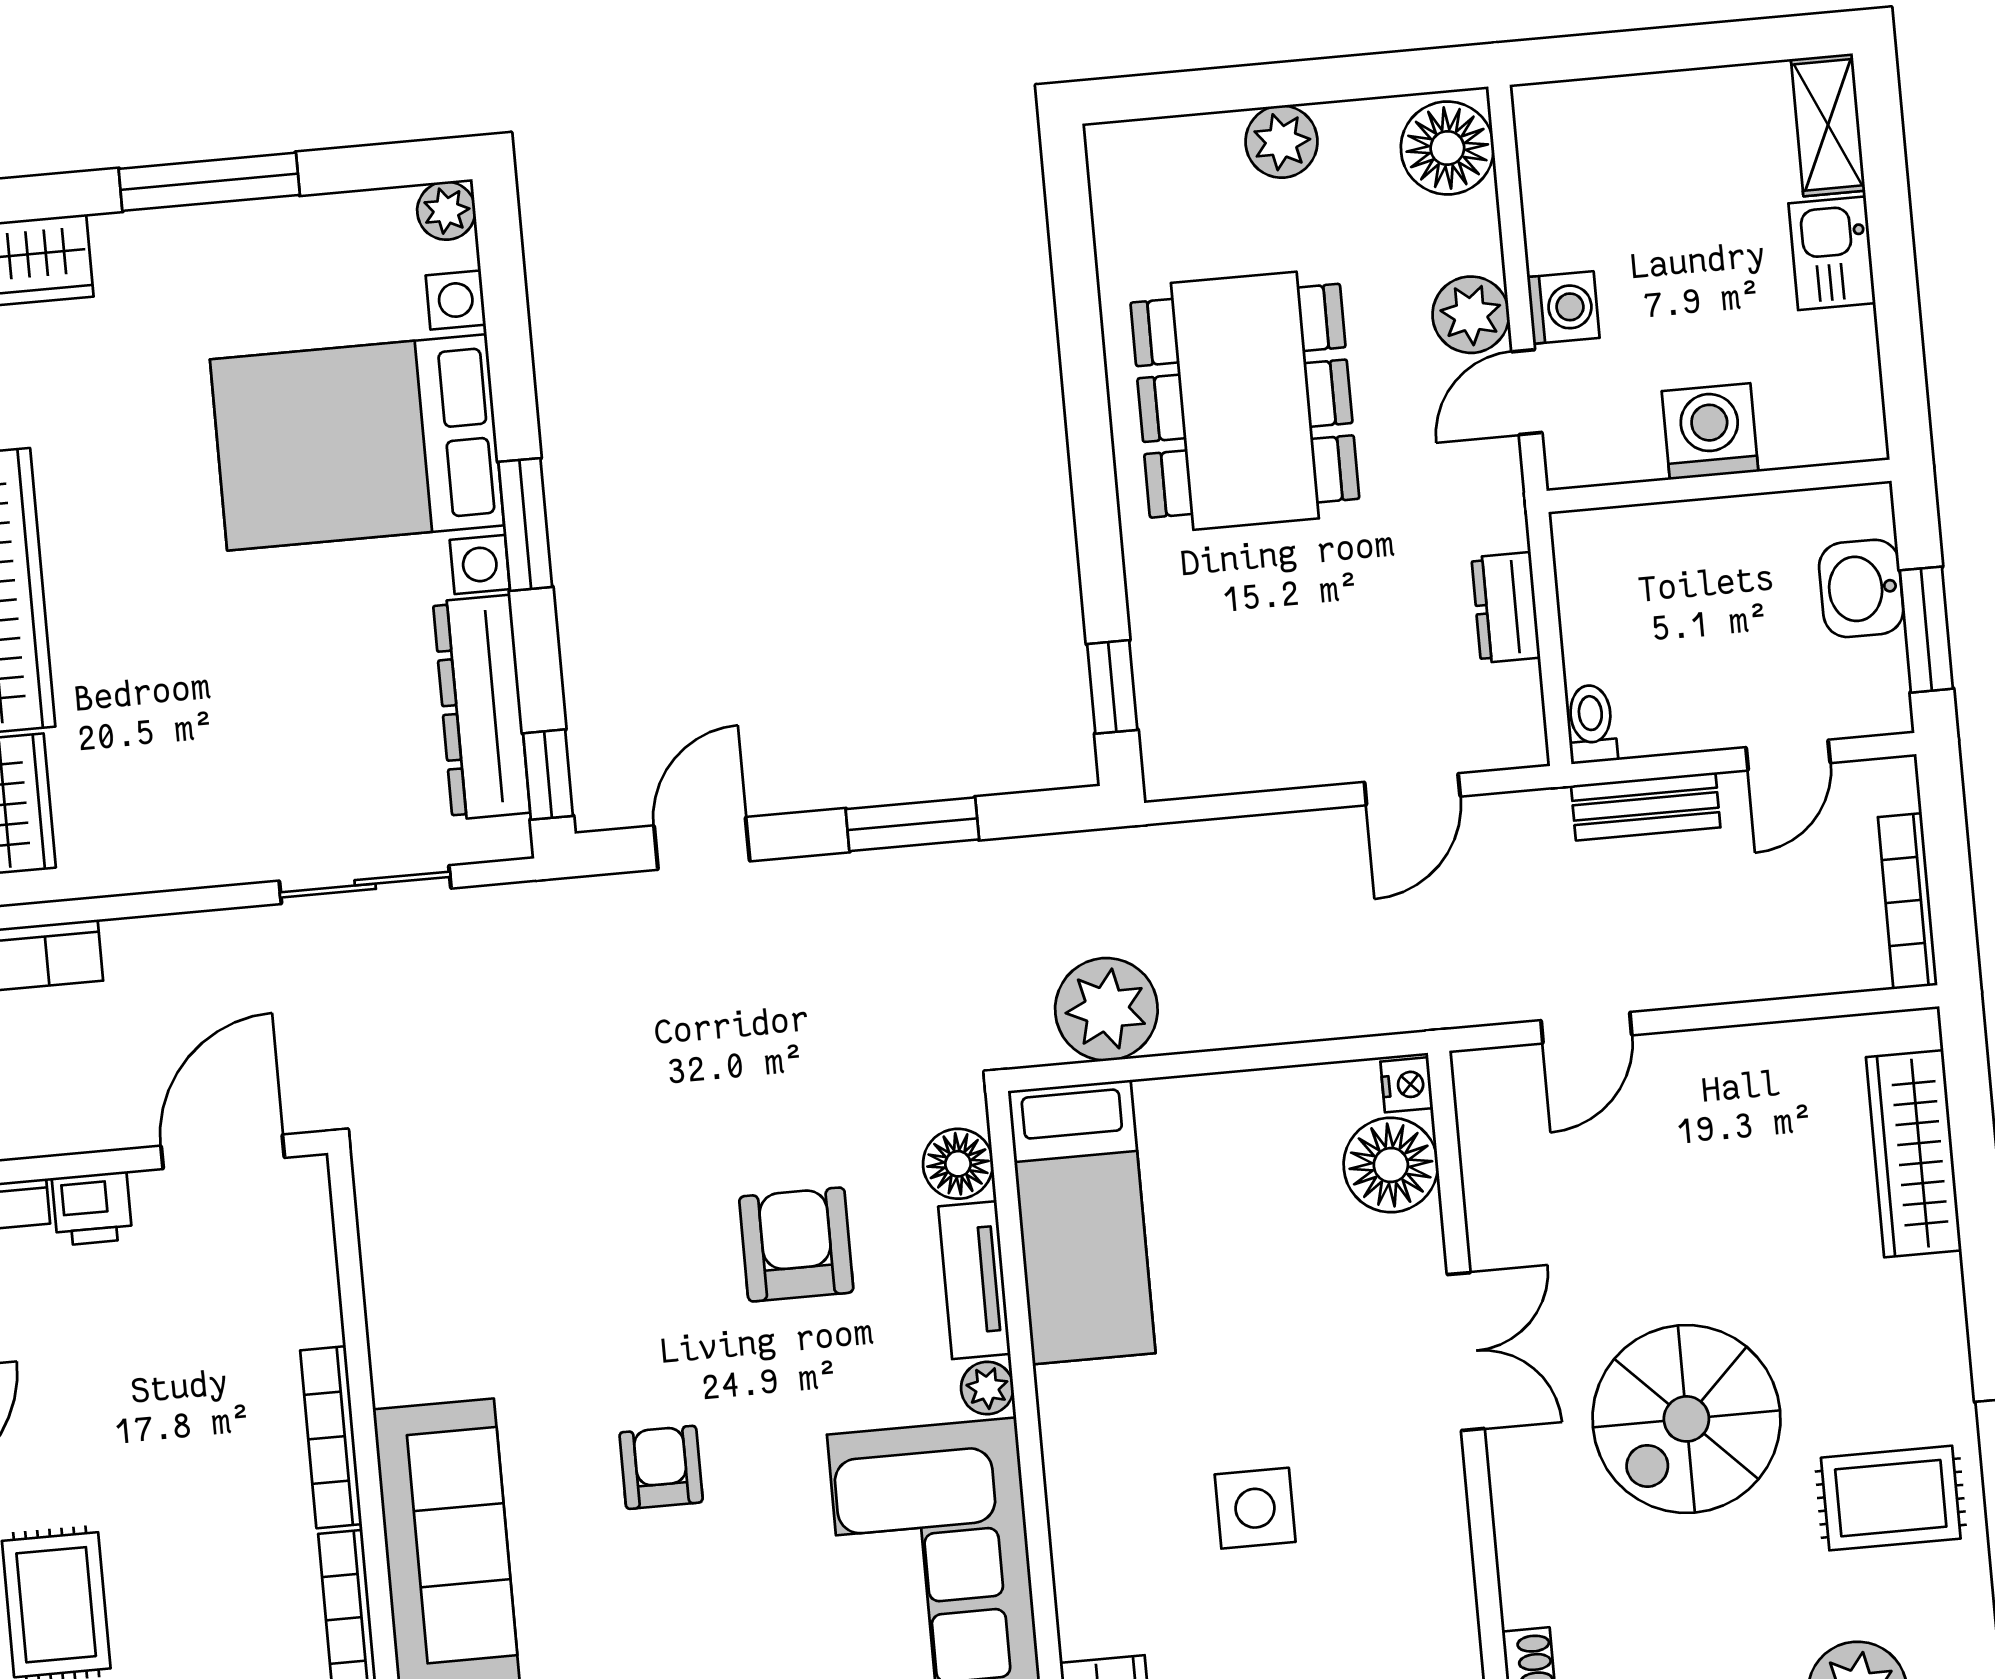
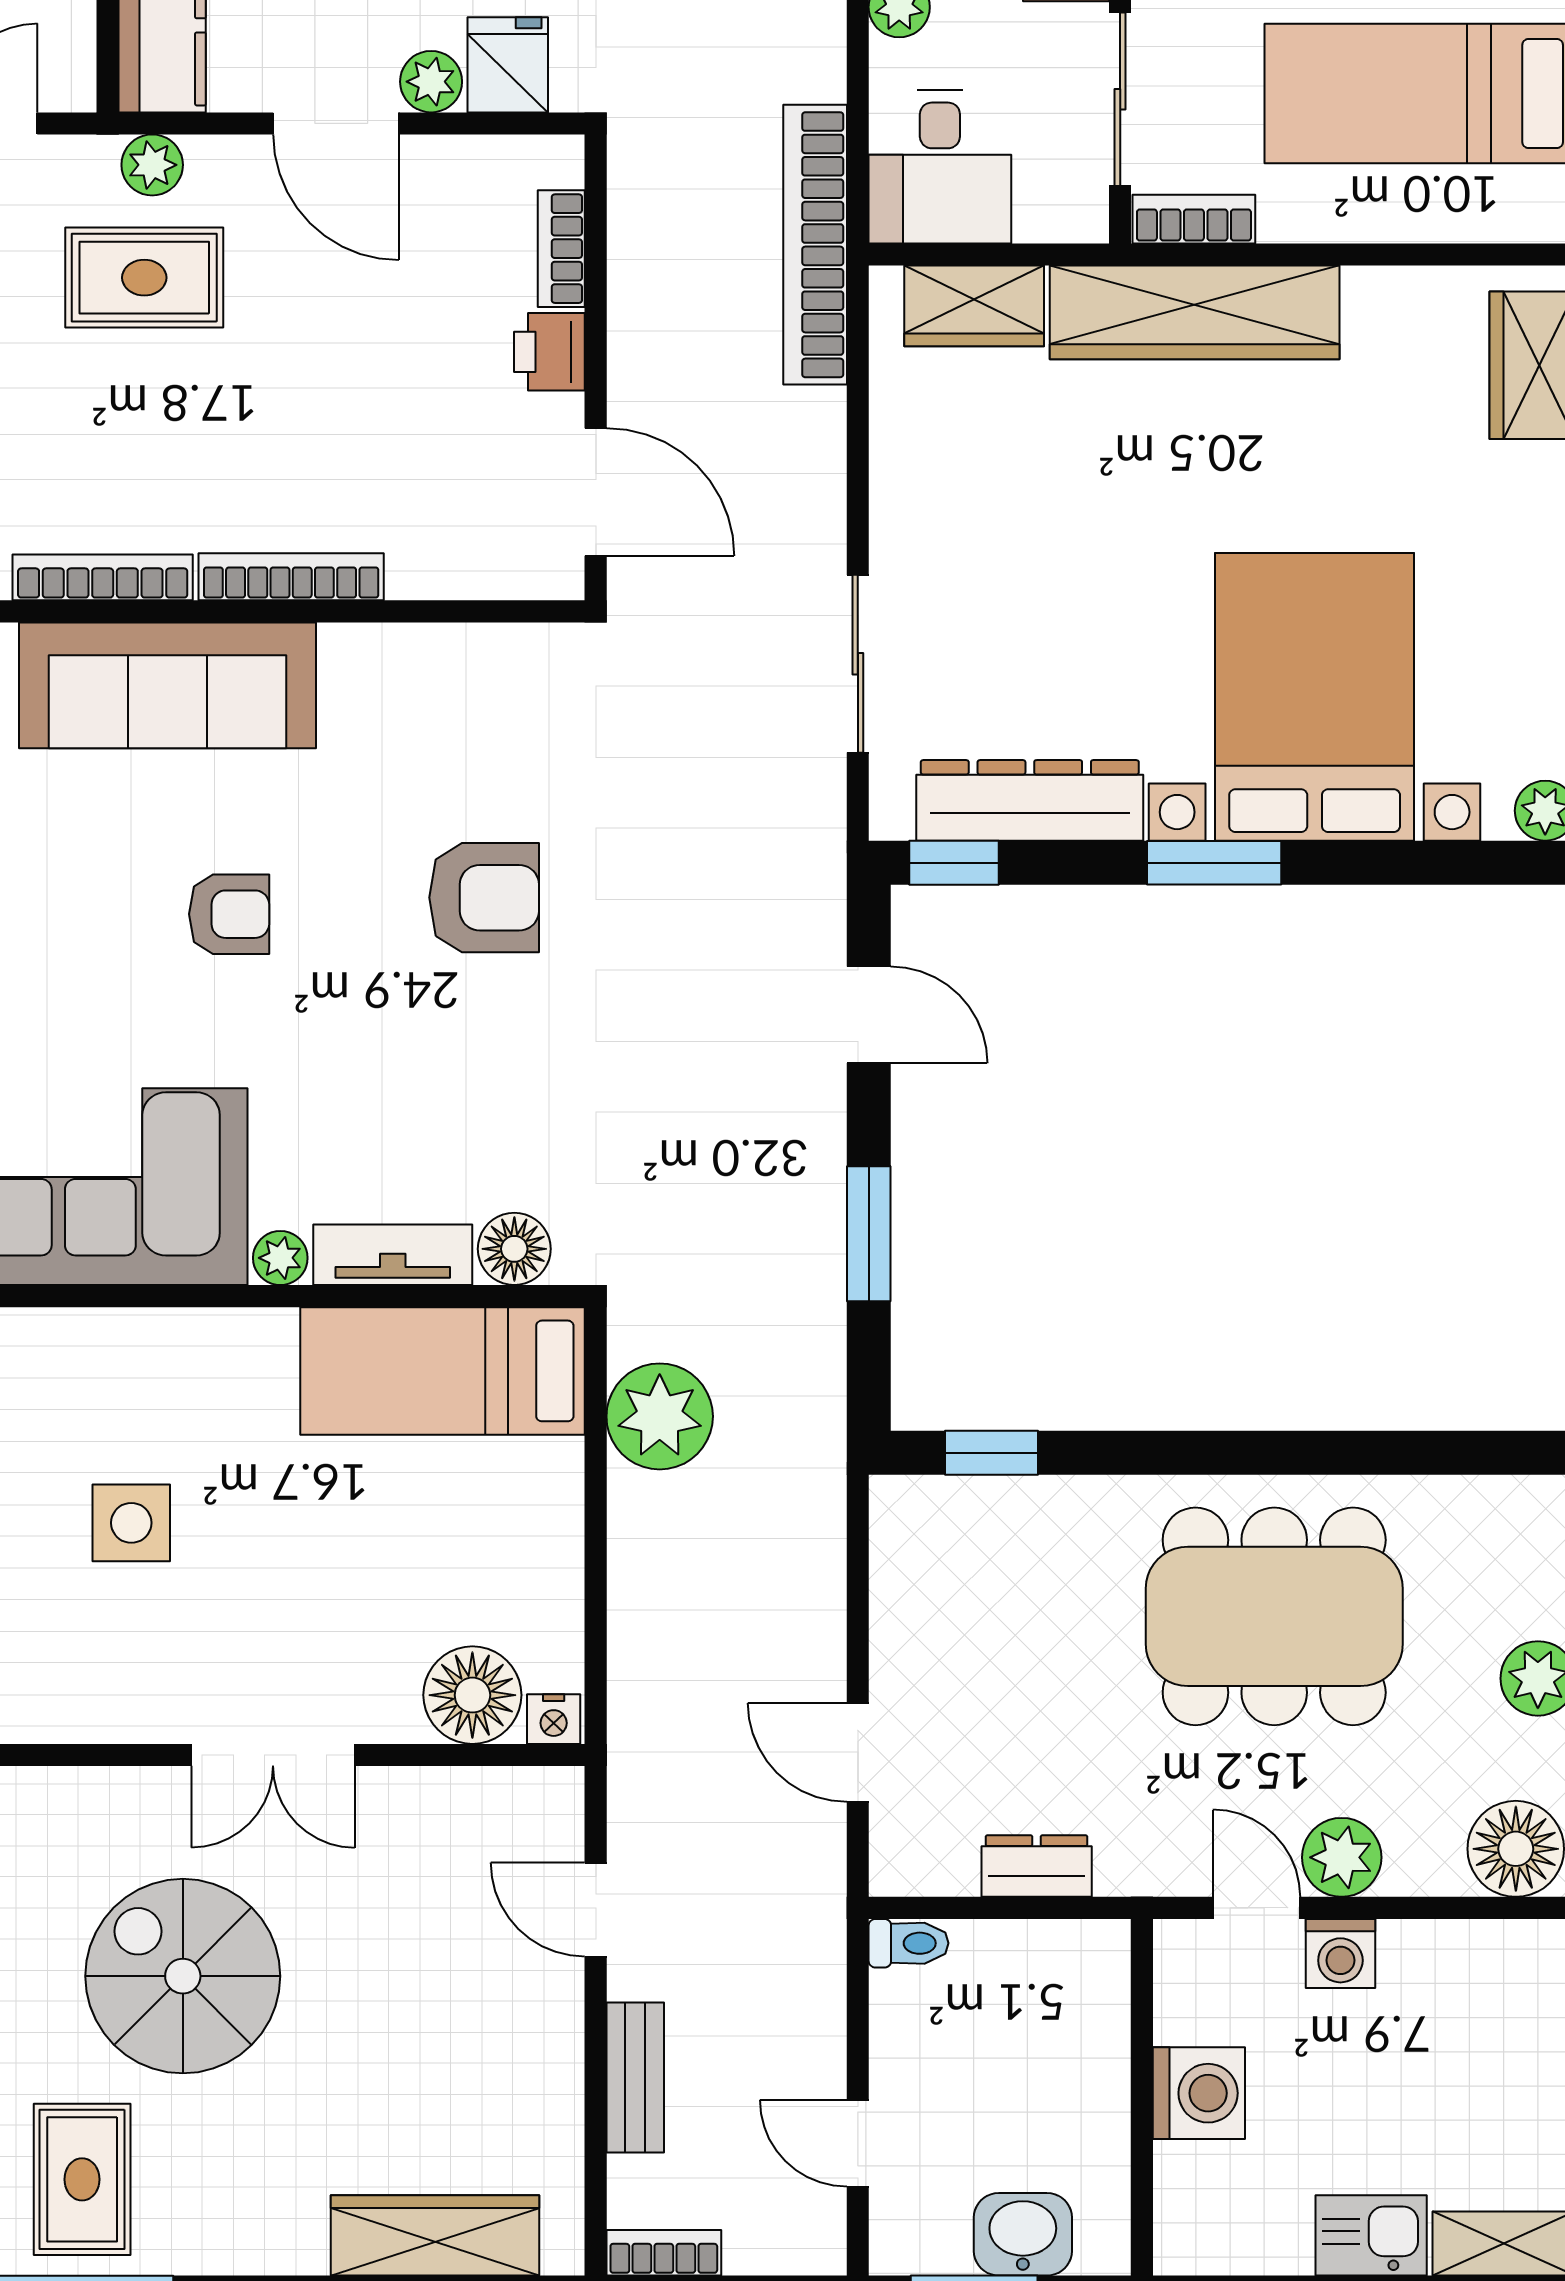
bench: (1646, 806) -> (635, 2077), moved
bookcase: (1908, 901) -> (664, 2253), width x0.64
armchair: (796, 1244) -> (484, 898), moved

